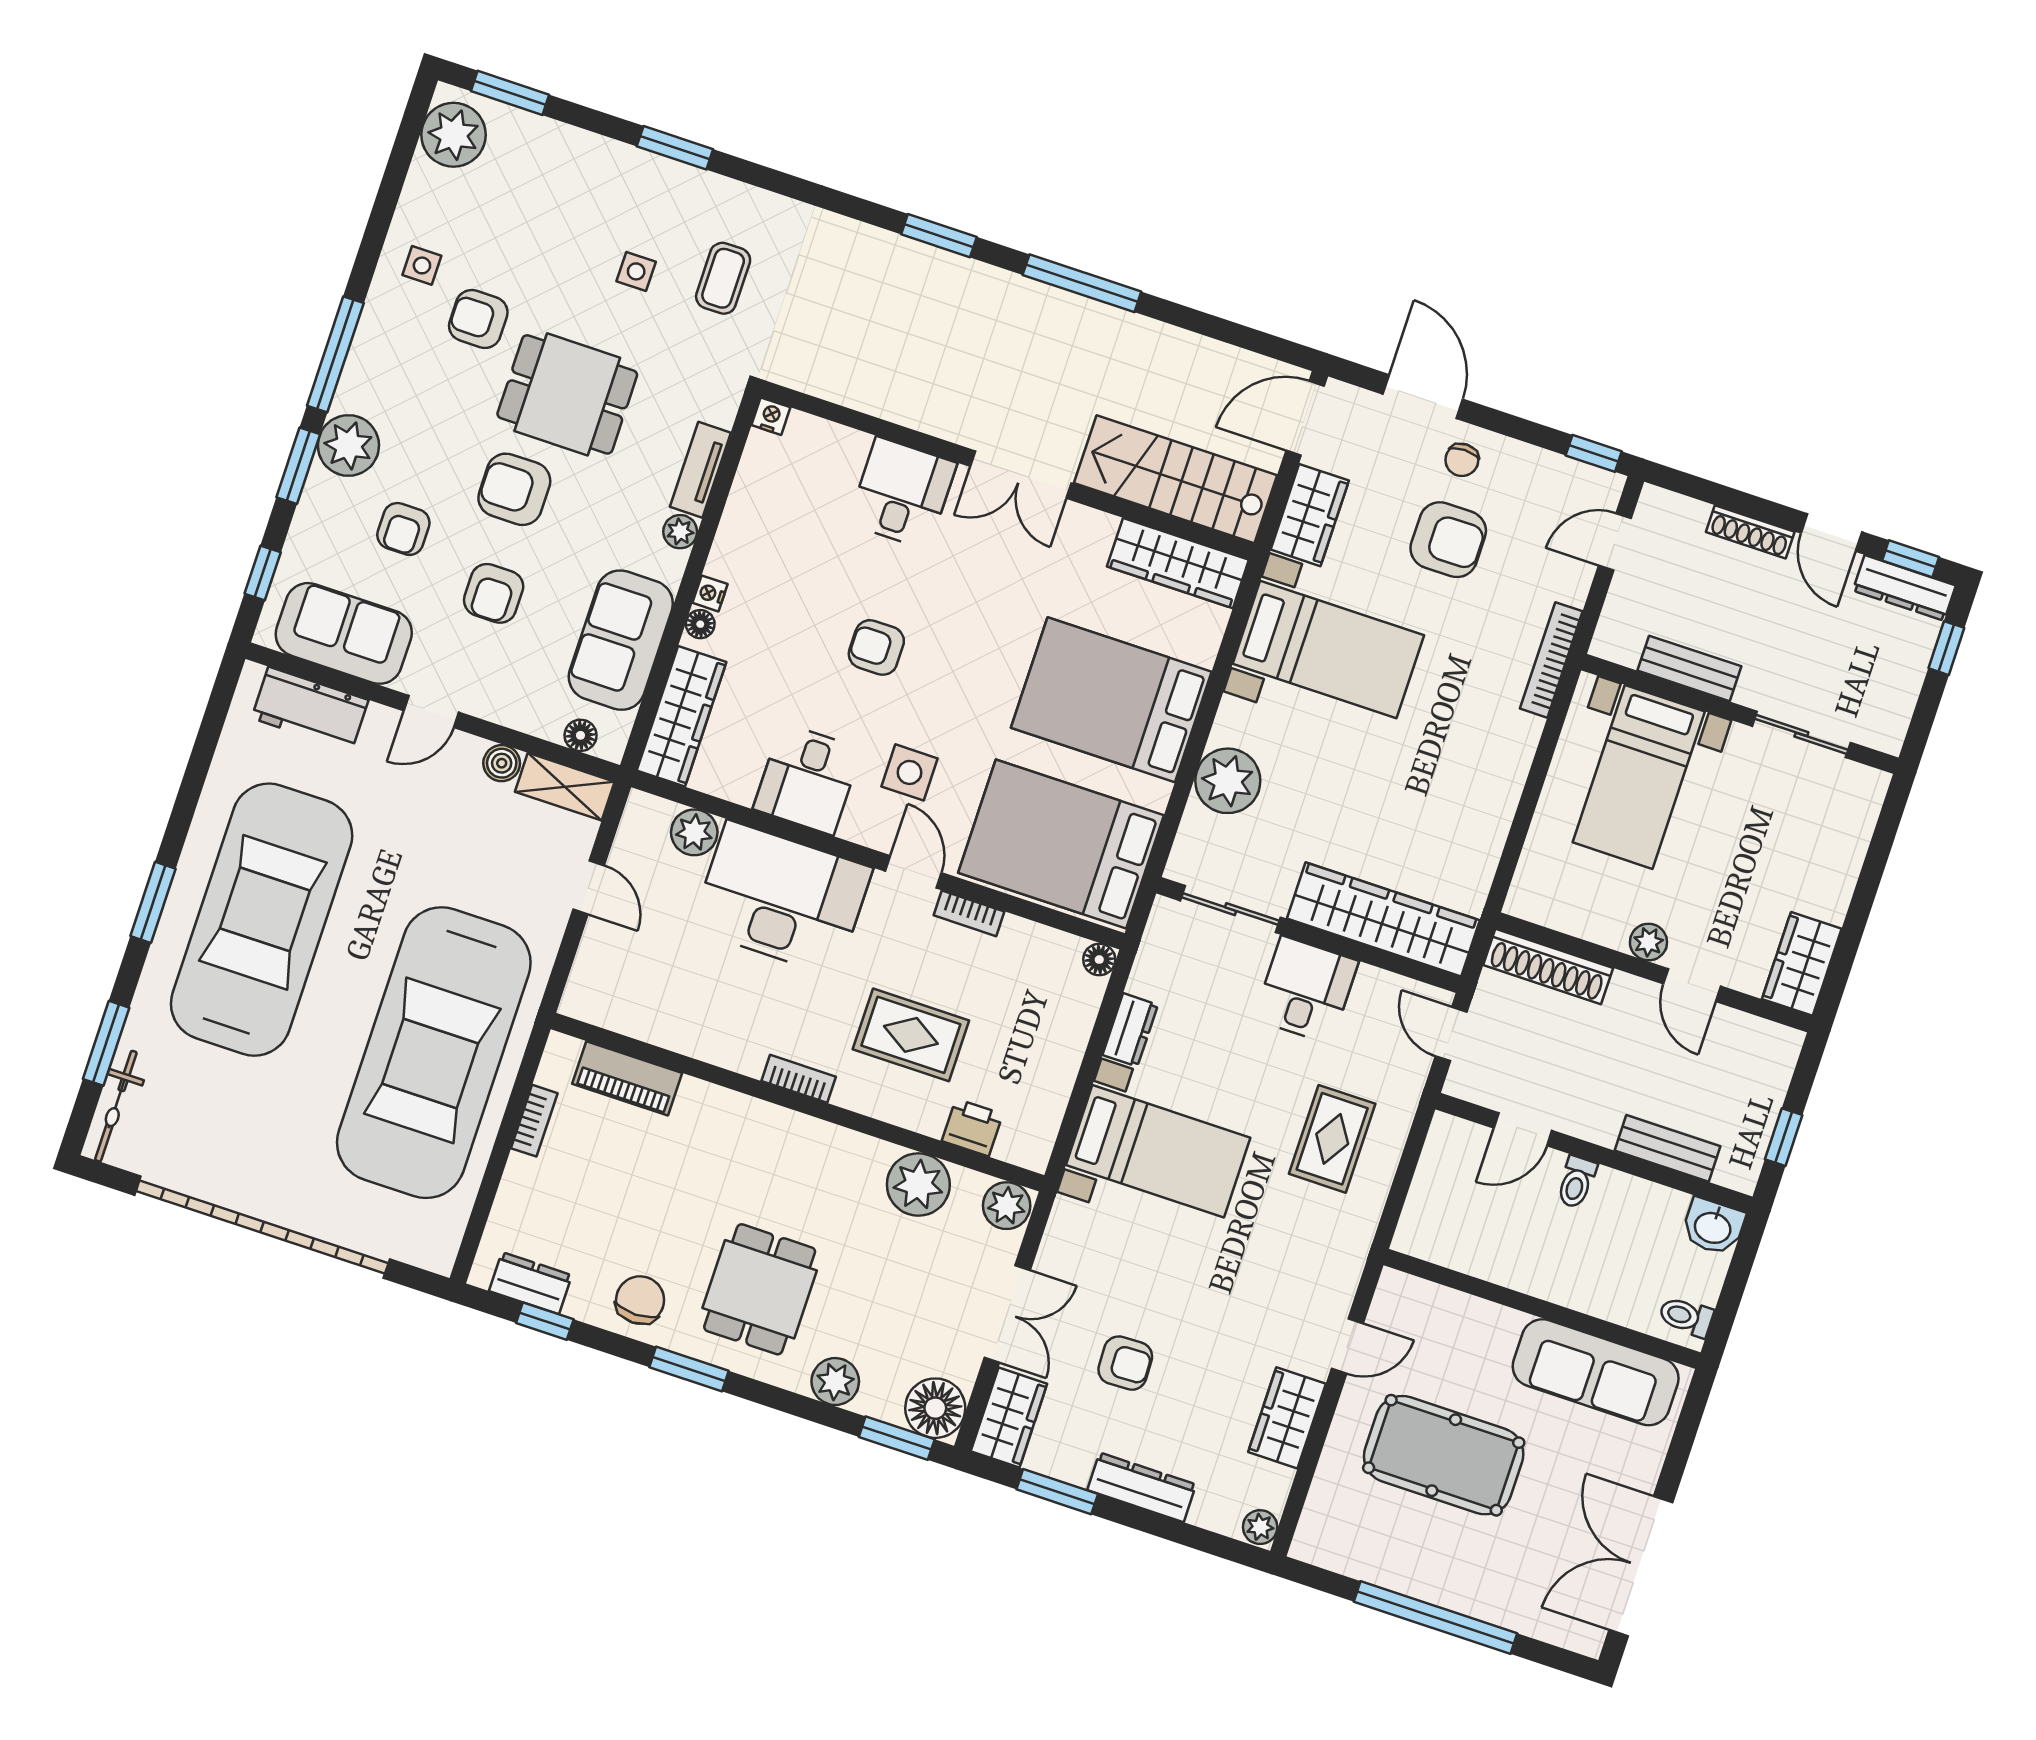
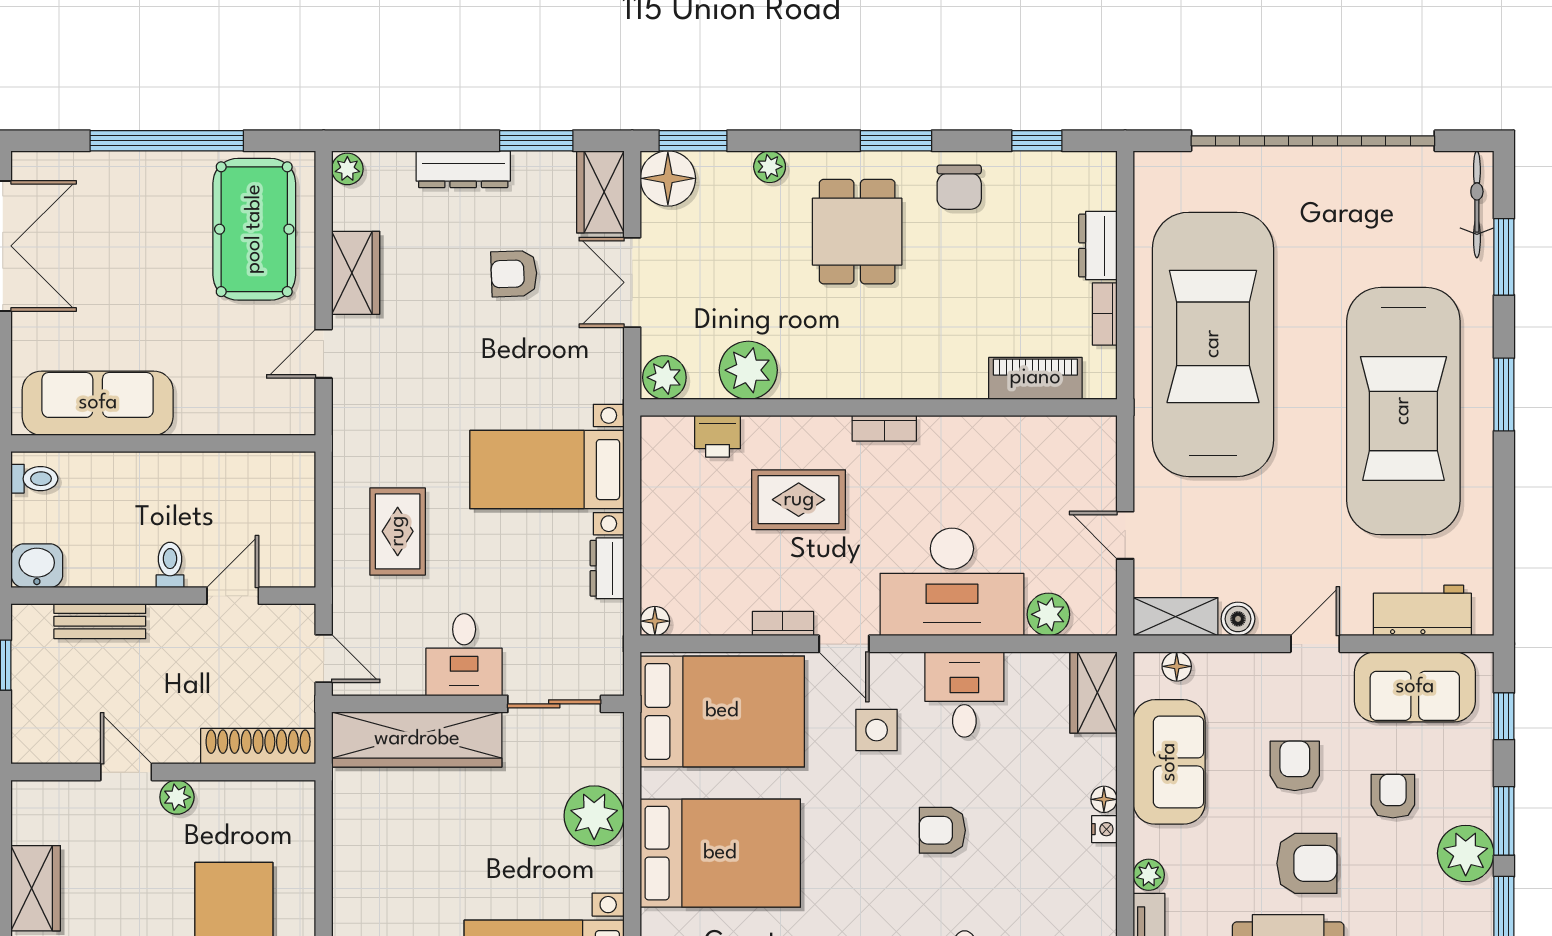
armchair: (876, 647) -> (942, 830), turned 180
wardrobe: (681, 716) -> (1094, 692), width x0.67
wardrobe: (1802, 964) -> (36, 888), moved
dresser: (530, 1283) -> (1098, 246), moved, turned 90
plant: (835, 1382) -> (770, 167), width x0.73, depth x0.73
pool table: (1444, 1455) -> (254, 229), moved, turned 90

